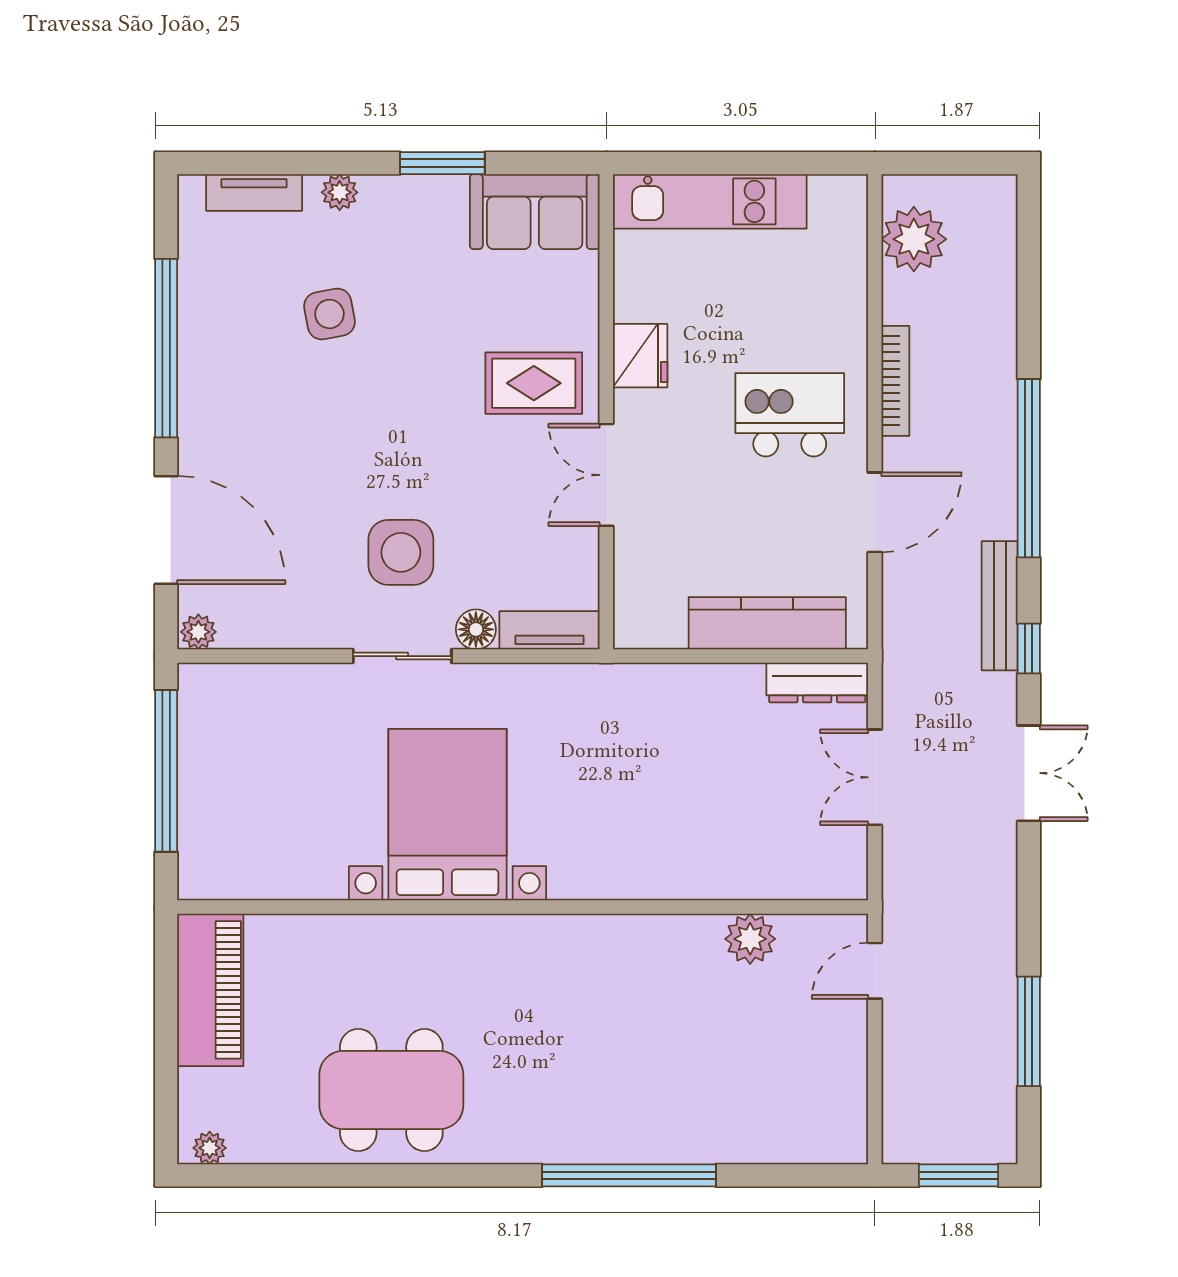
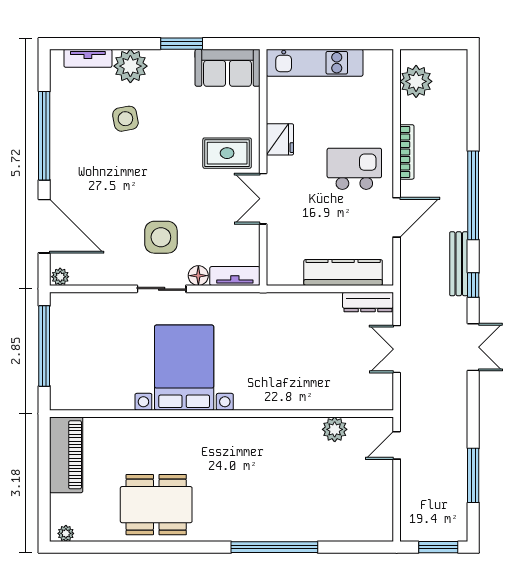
plant: (340, 192) -> (130, 66), width x1.88, depth x1.88

